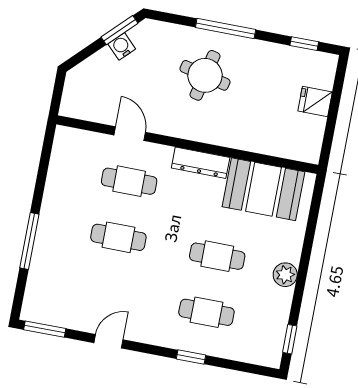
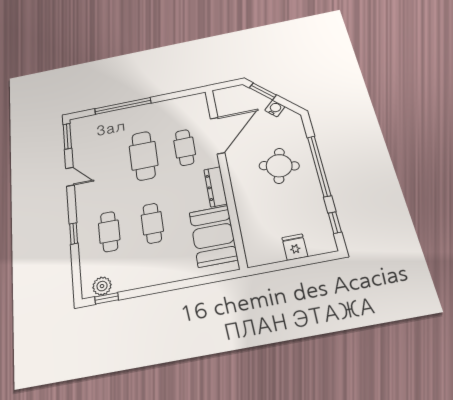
window: (226, 29) -> (319, 166), width x1.46
window: (119, 30) -> (263, 91), moved
door: (130, 134) -> (218, 135), width x1.88
cafe table: (118, 237) -> (144, 156), width x1.37, depth x1.35
window: (29, 241) -> (123, 106), width x1.46
plant: (285, 275) -> (102, 286), moved

